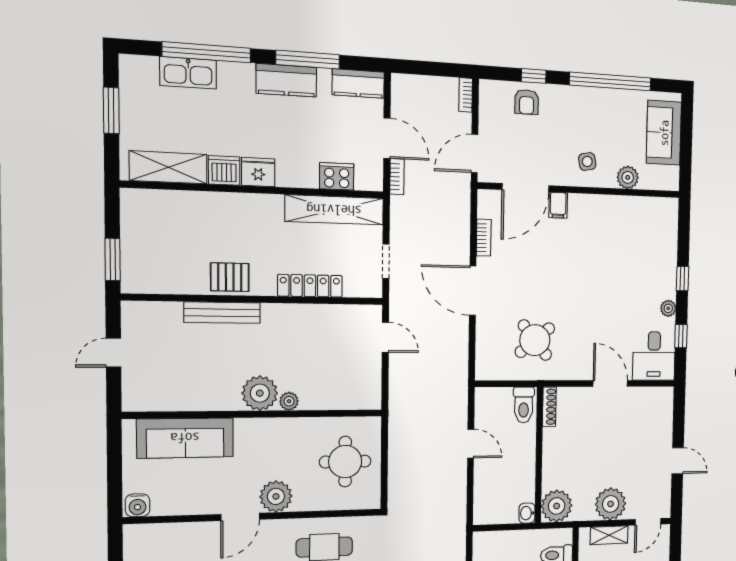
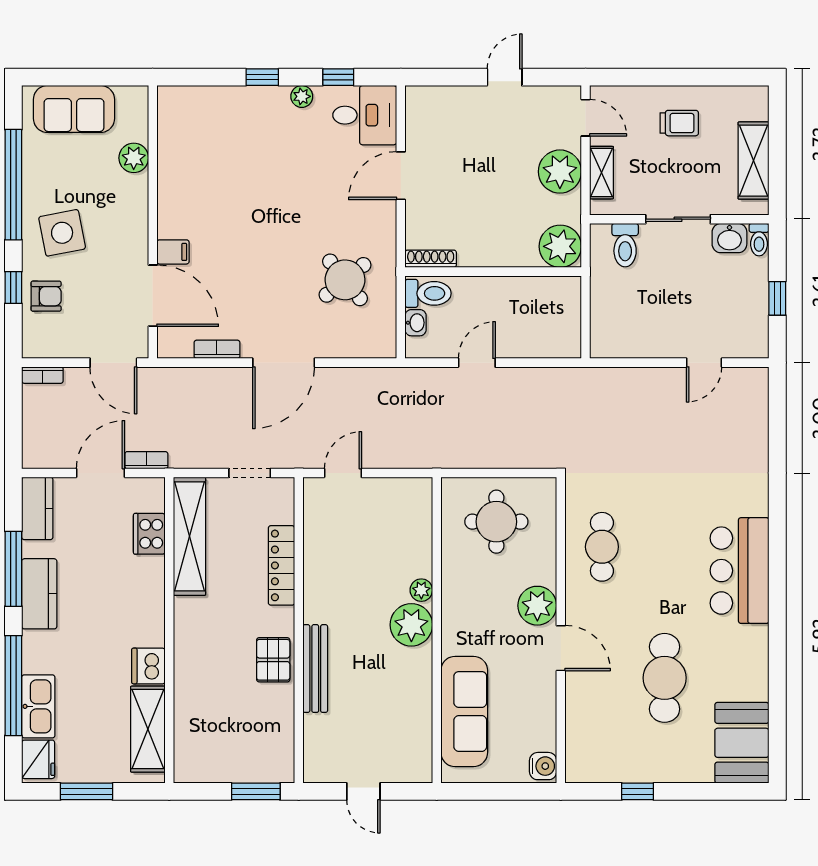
side table: (587, 162) -> (62, 233), moved, width x1.87, depth x1.87
fridge: (258, 172) -> (38, 759), moved, turned 180
washbasin: (527, 513) -> (416, 323), moved, turned -90

